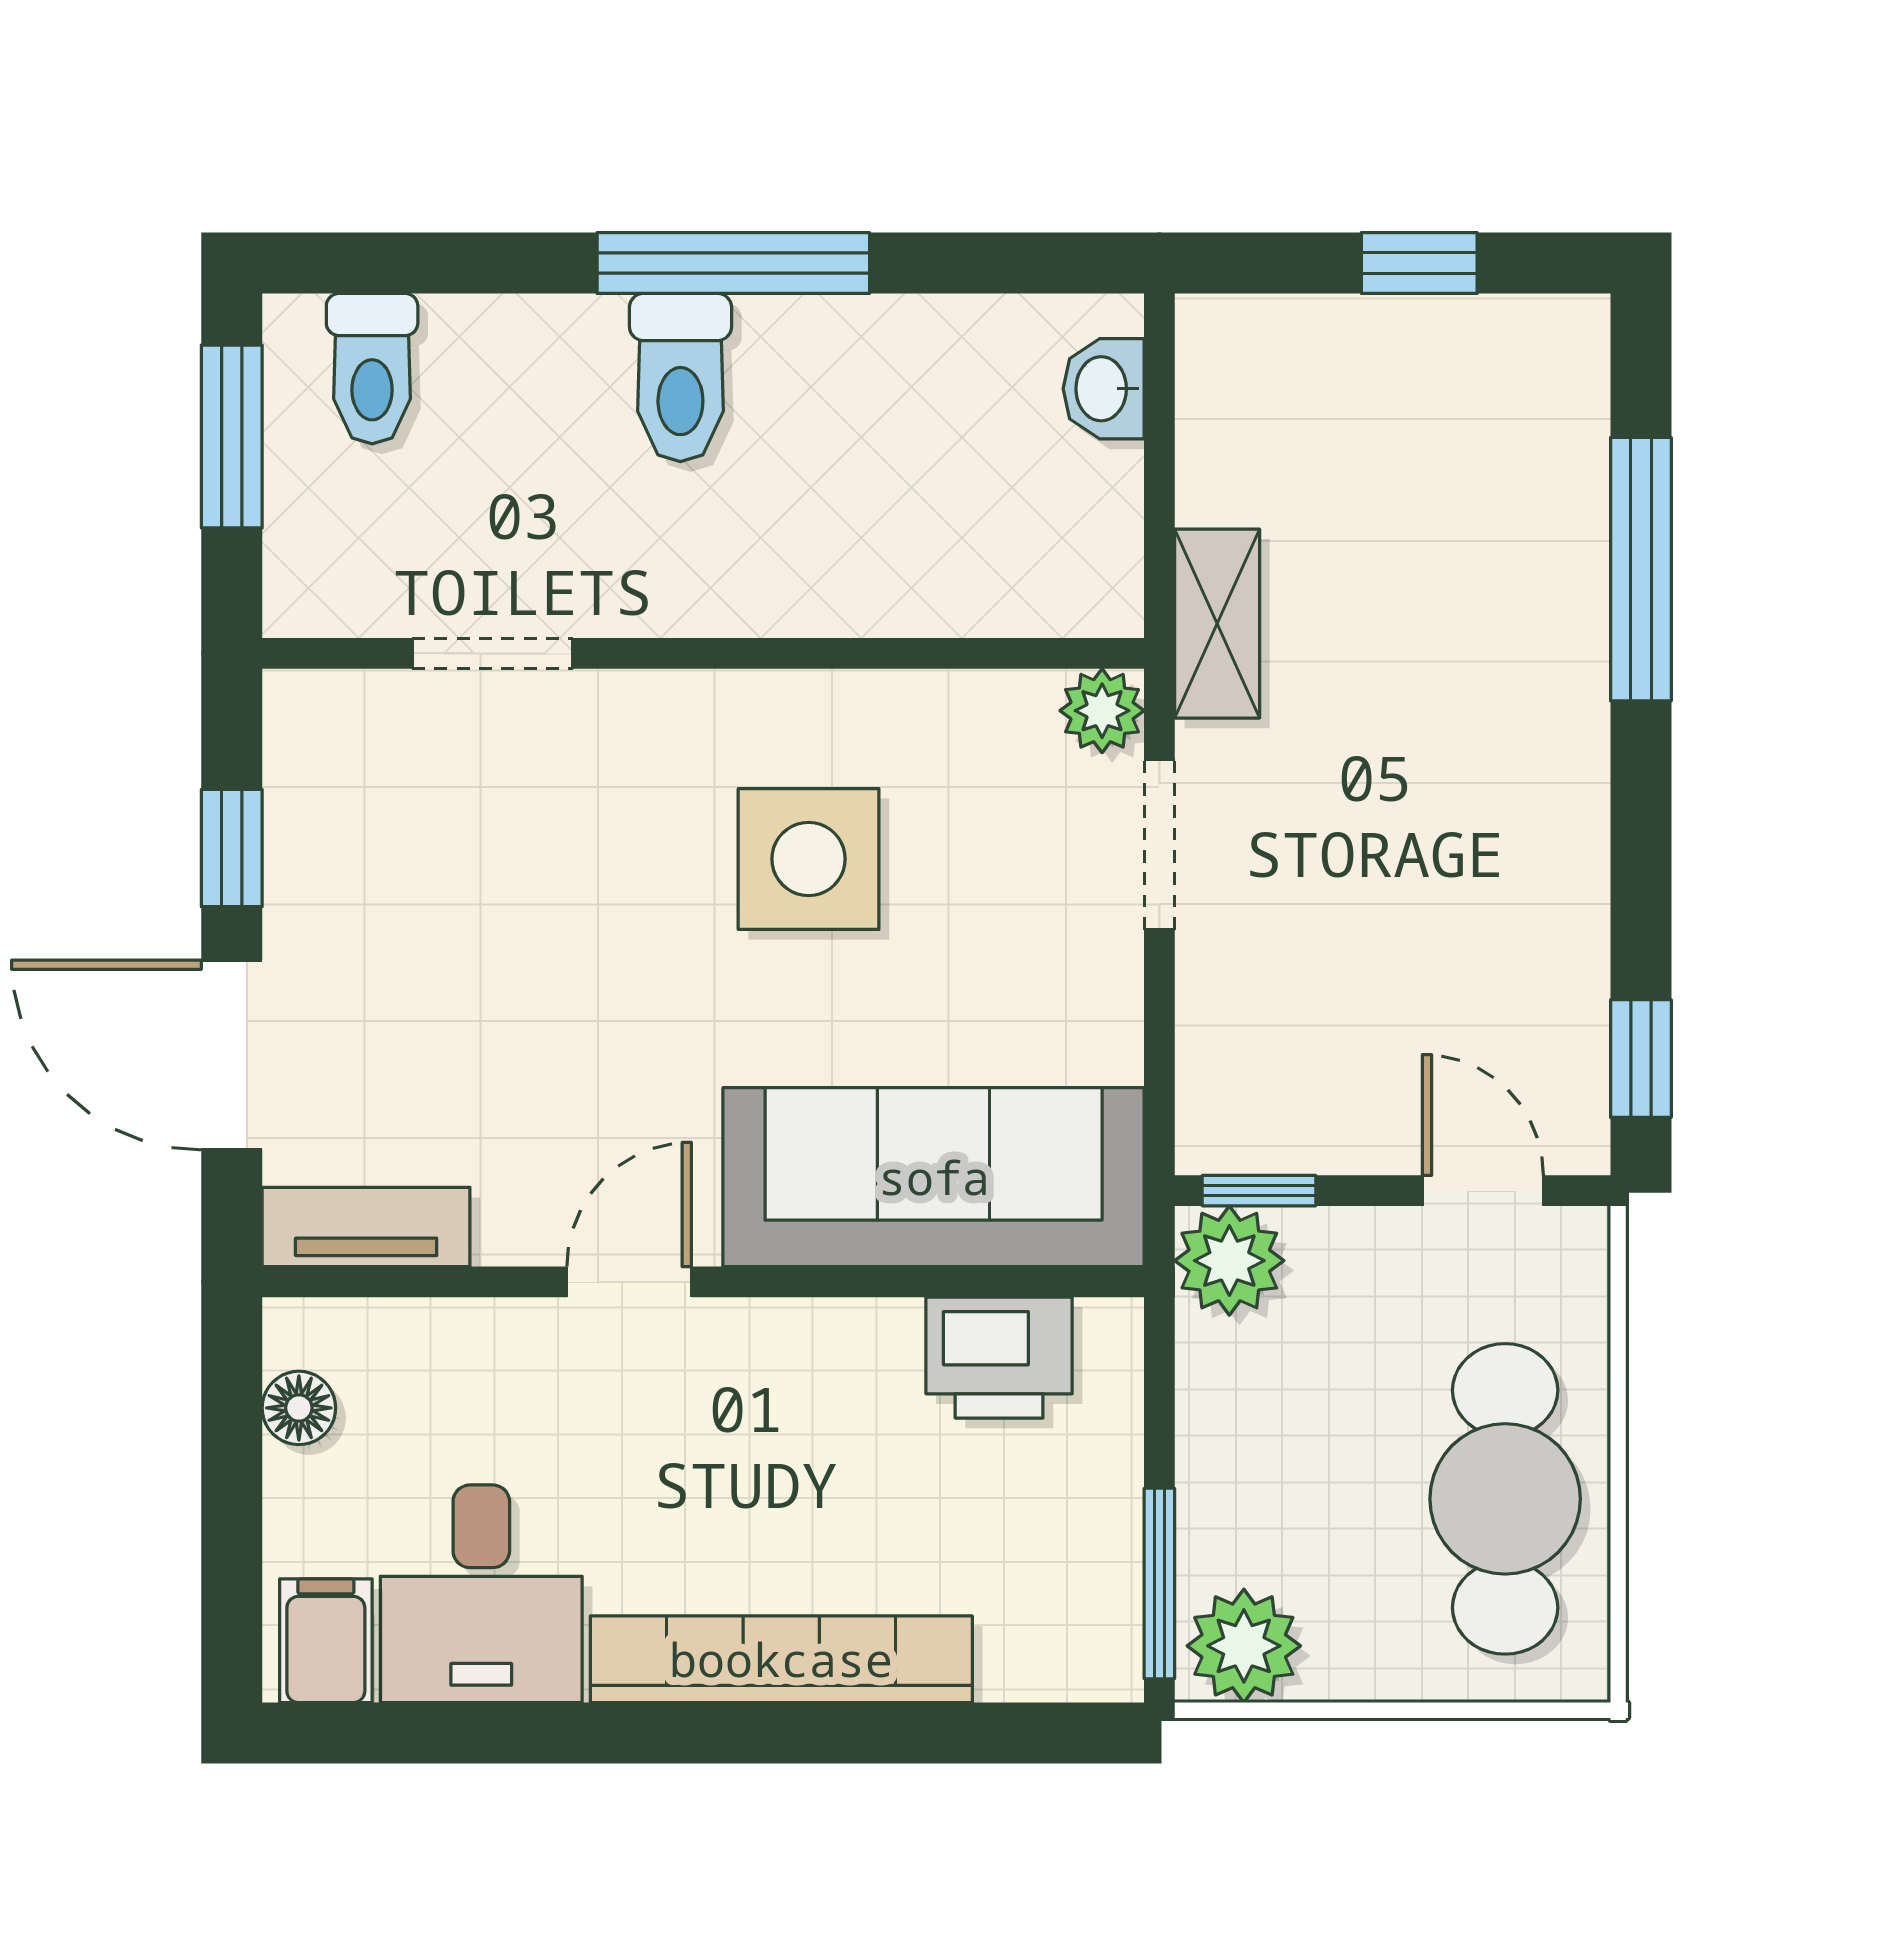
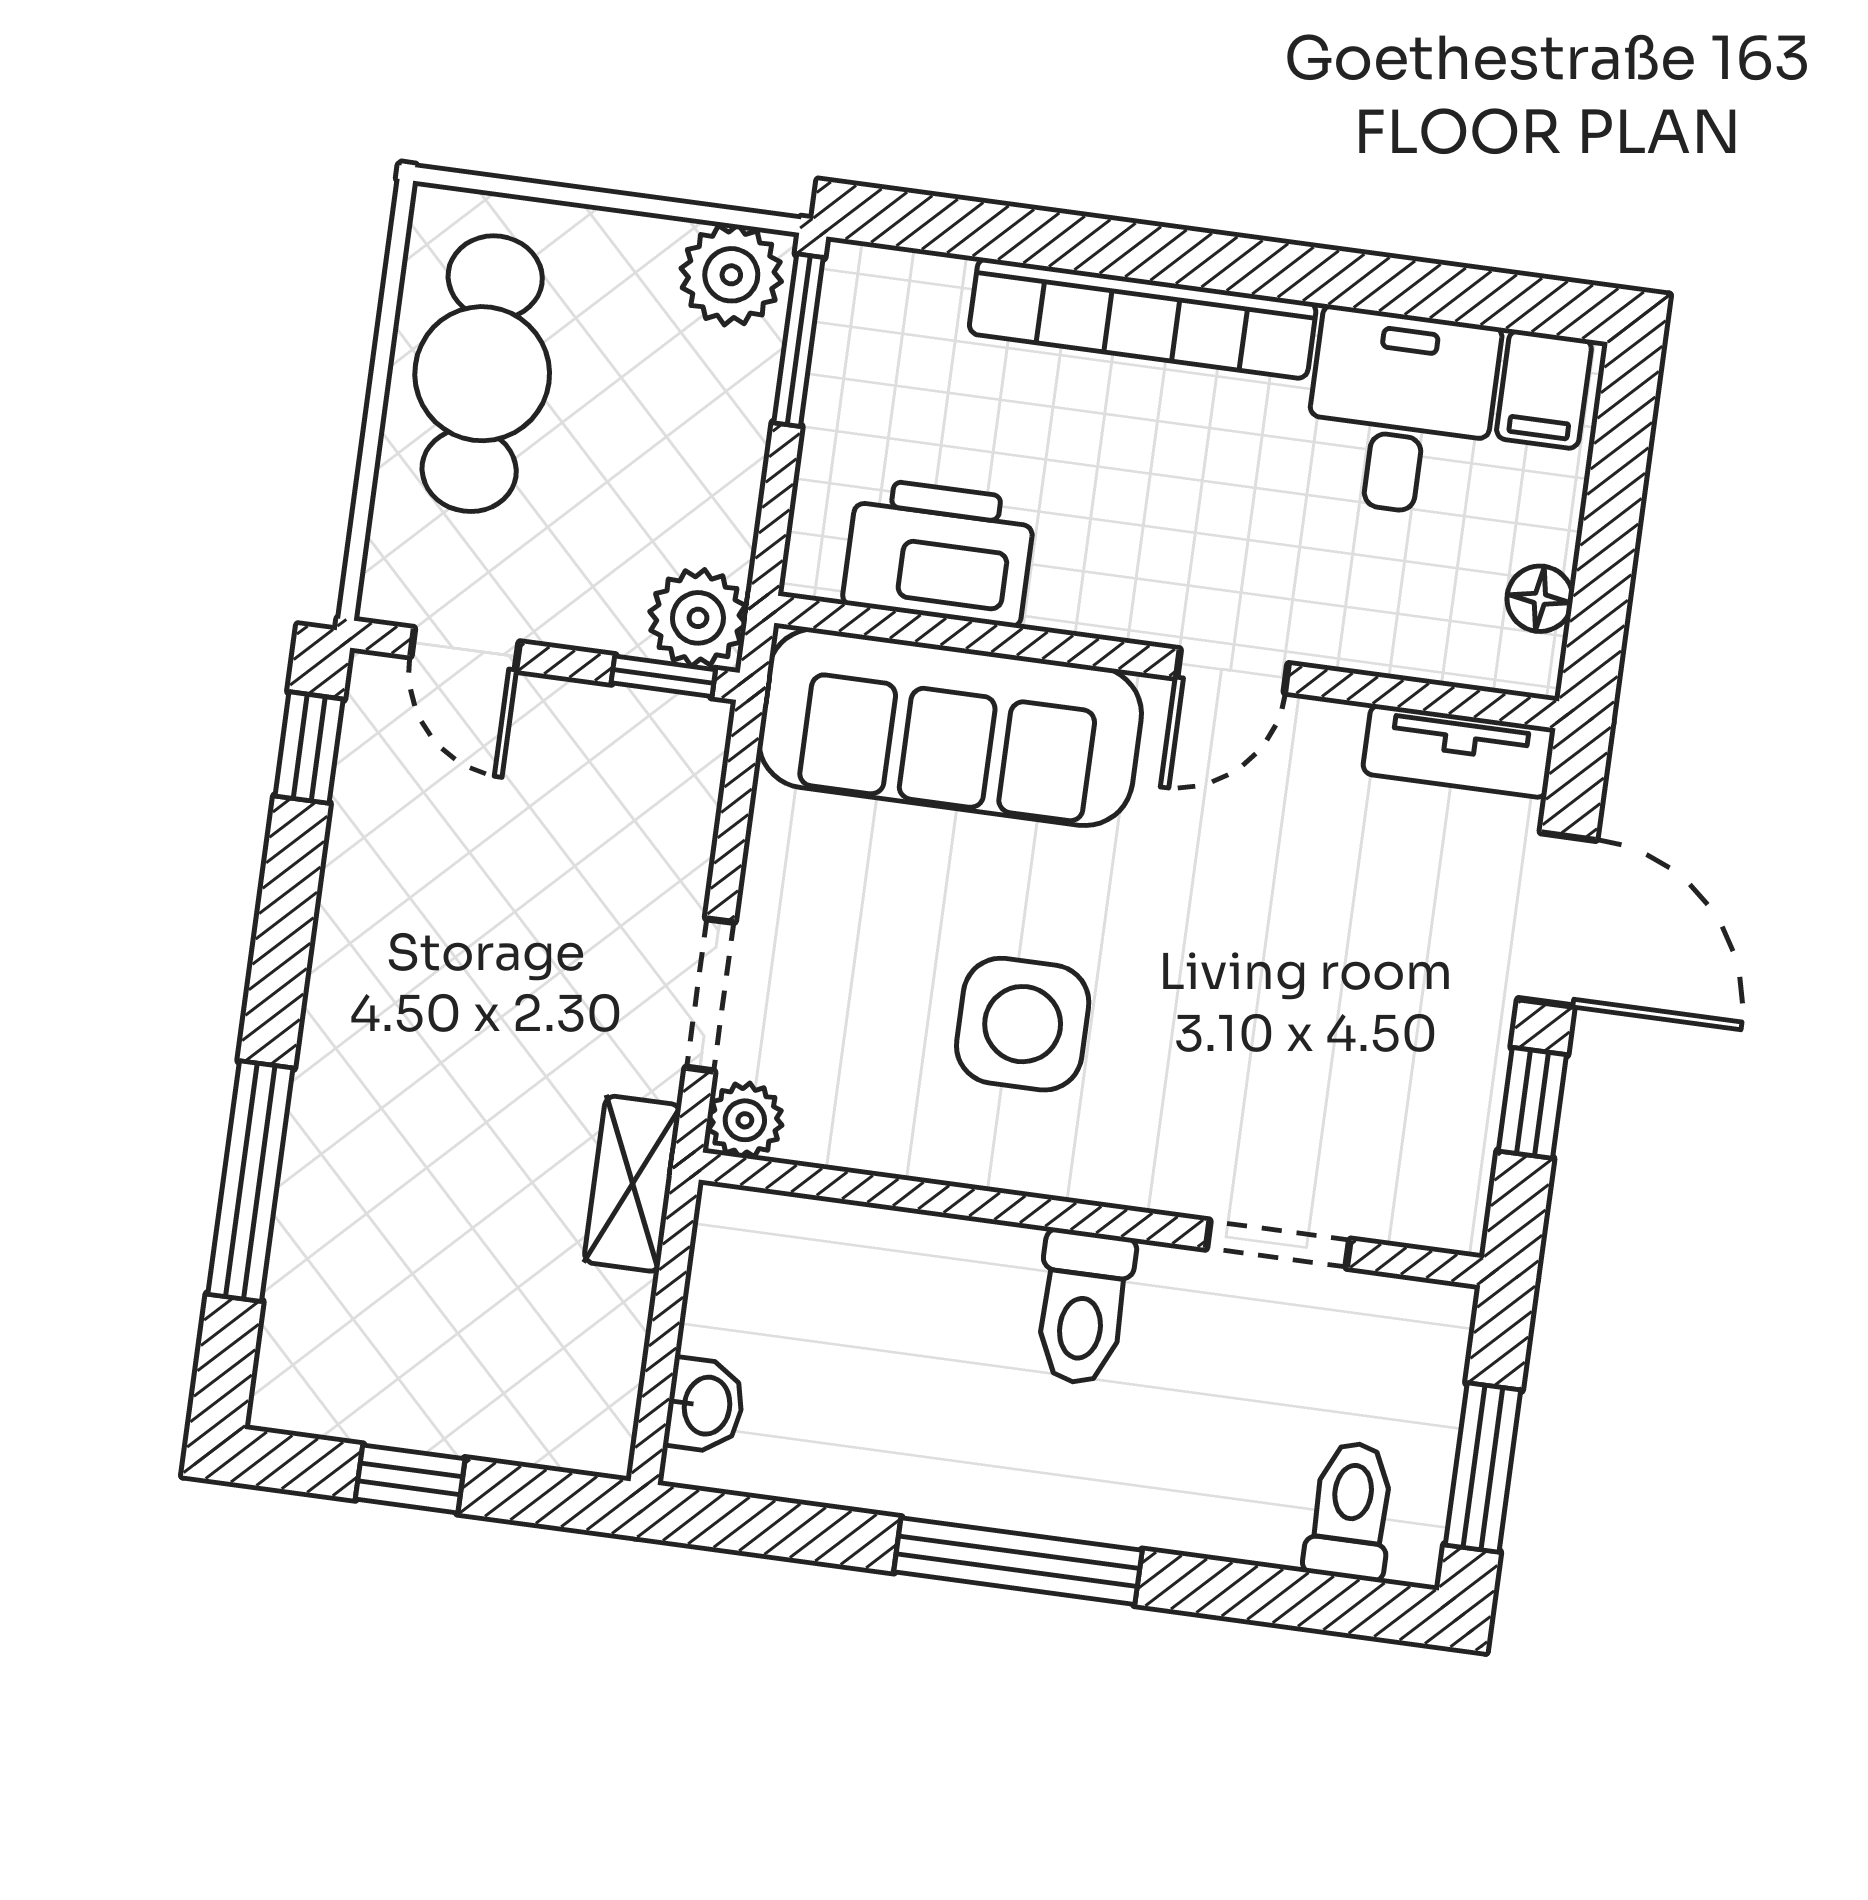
toilet: (680, 378) -> (1083, 1307), moved, turned 180
printer: (999, 1358) -> (939, 552), width x1.37, depth x1.19

